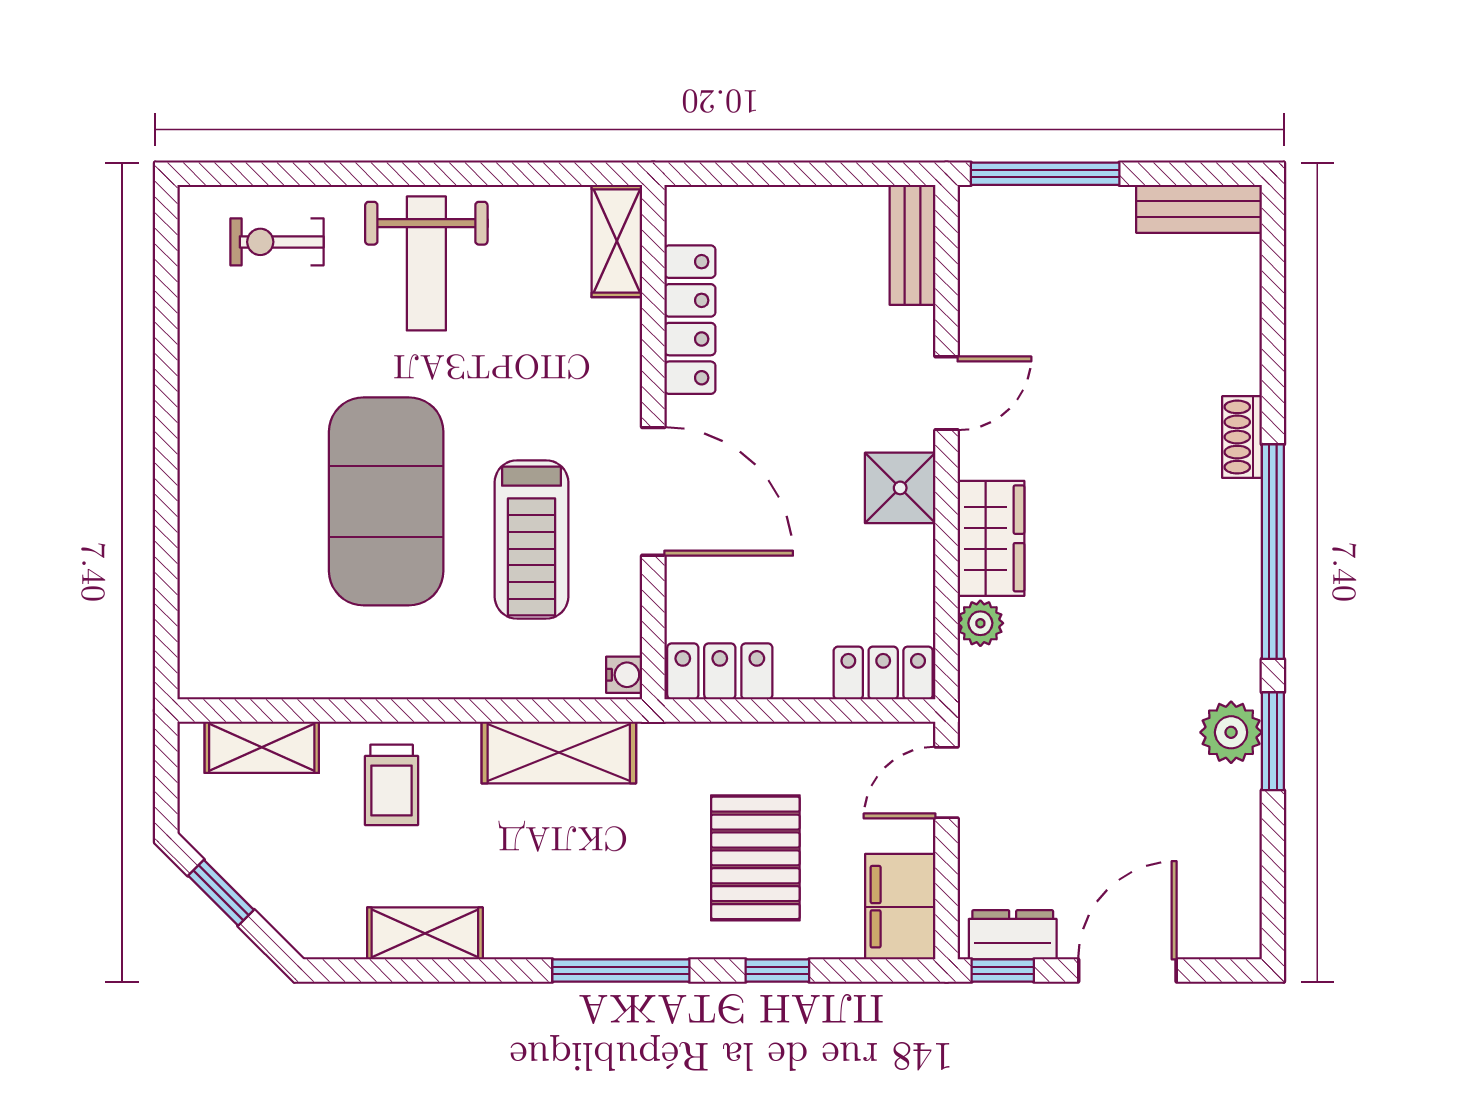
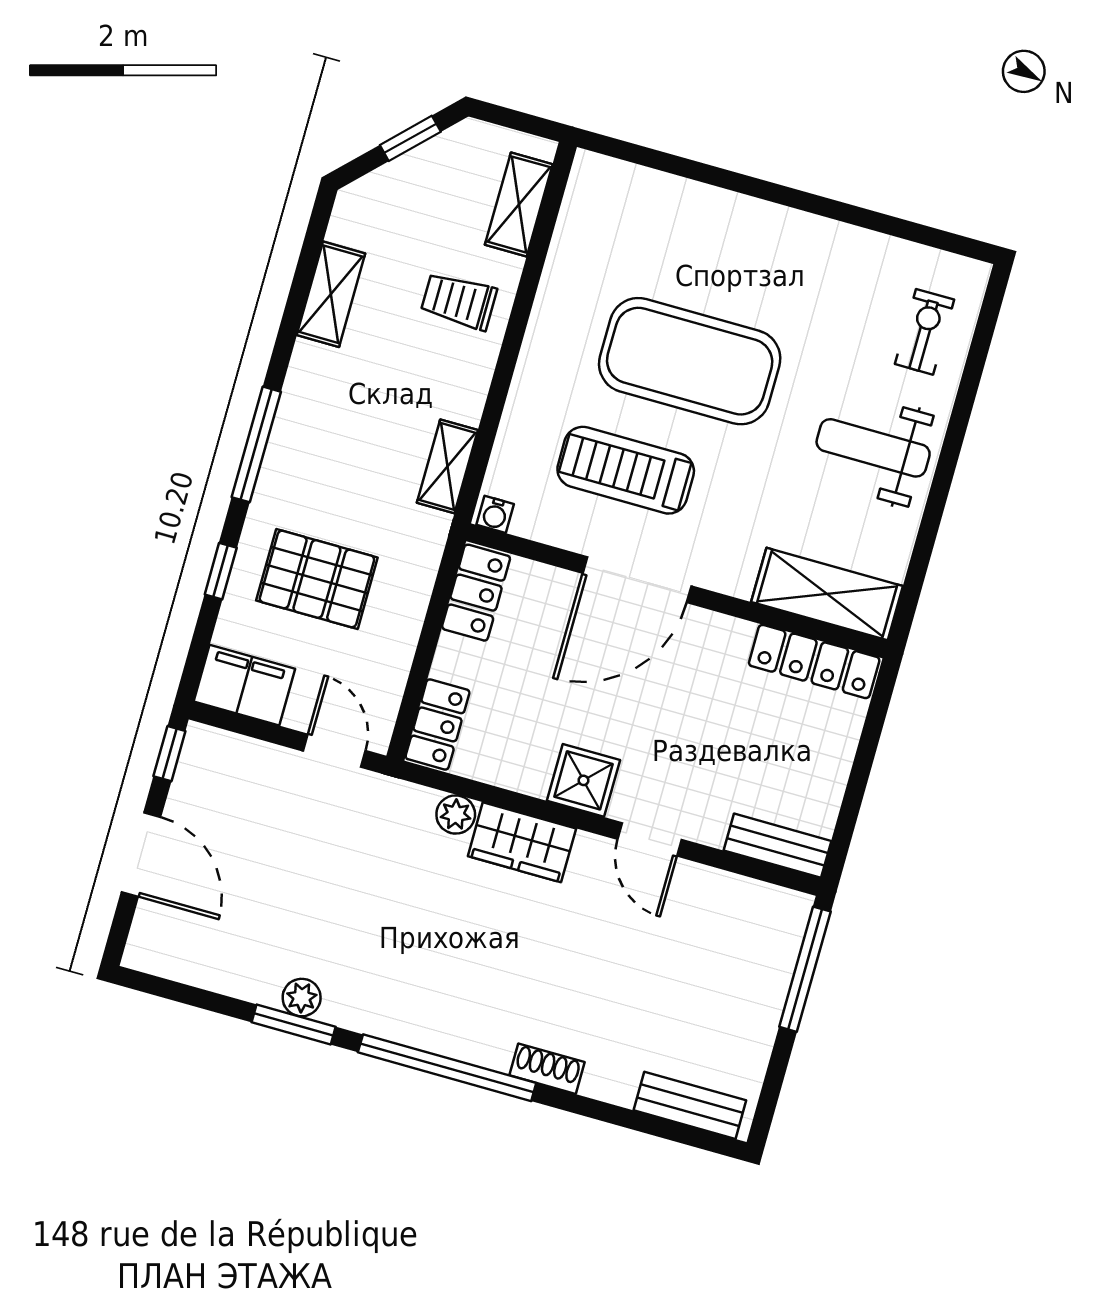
bench: (1199, 209) -> (690, 1105), moved, turned 90
shelving: (617, 241) -> (827, 594), width x1.50, depth x1.33
locker: (690, 320) -> (814, 661), moved
plant: (1231, 732) -> (302, 998), width x0.73, depth x0.73
shelving: (559, 752) -> (447, 466), width x0.67, depth x0.75
dresser: (1013, 935) -> (196, 770), removed

